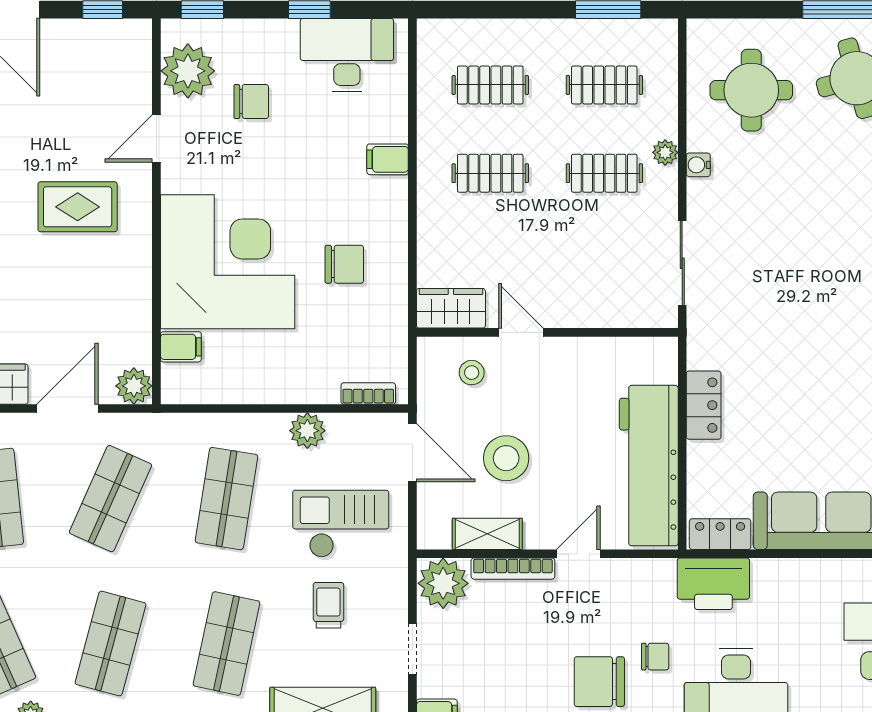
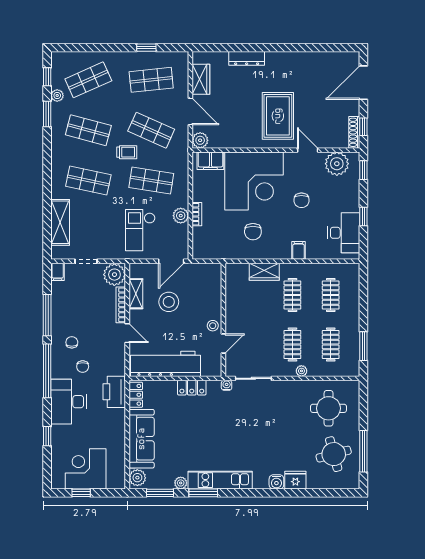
shoe rack: (115, 31) -> (354, 132), added
chair: (251, 102) -> (301, 200), moved
water cooler: (698, 165) -> (227, 385), moved
rug: (78, 207) -> (278, 116), width x1.36, depth x1.43
wardrobe: (451, 308) -> (264, 272), moved, turned 90
door: (521, 332) -> (223, 343), moved
filing cabinet: (181, 347) -> (210, 161), width x2.00
stool: (472, 373) -> (213, 326), moved
bookcase: (368, 393) -> (197, 214), moved
checkout: (341, 524) -> (140, 230), turned 180
trolley: (328, 605) -> (127, 152), moved
chair: (599, 682) -> (72, 342), width x0.54, depth x0.54

